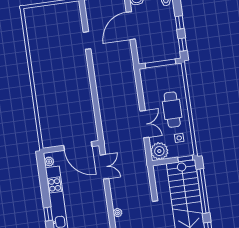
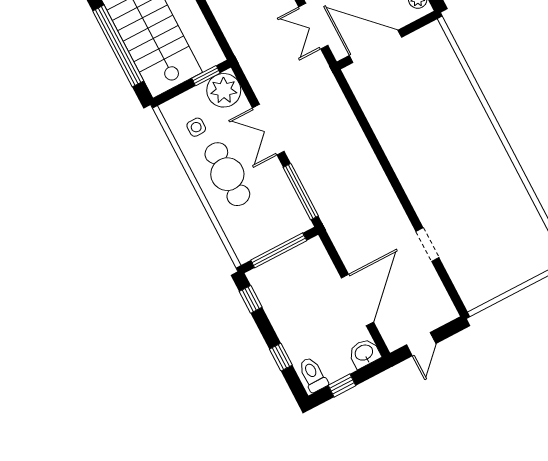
window: (180, 22) -> (281, 357), moved
window: (139, 88) -> (301, 192), added
window: (185, 159) -> (206, 76), moved

